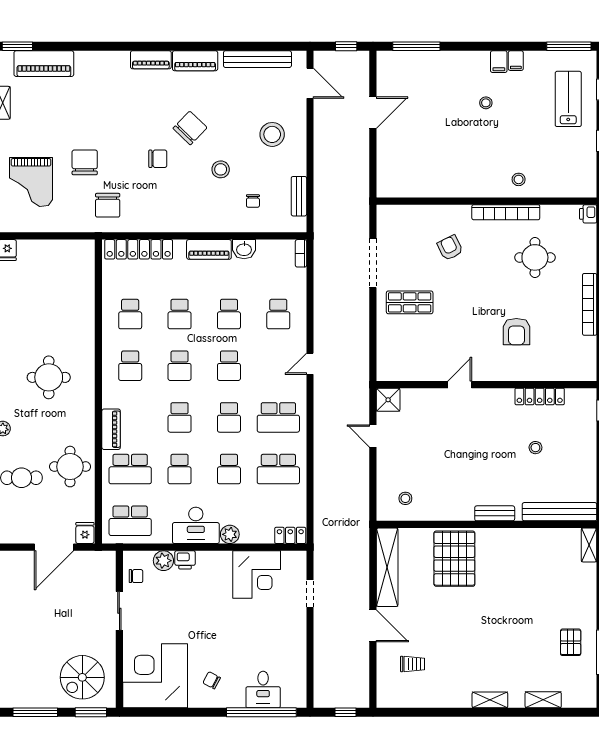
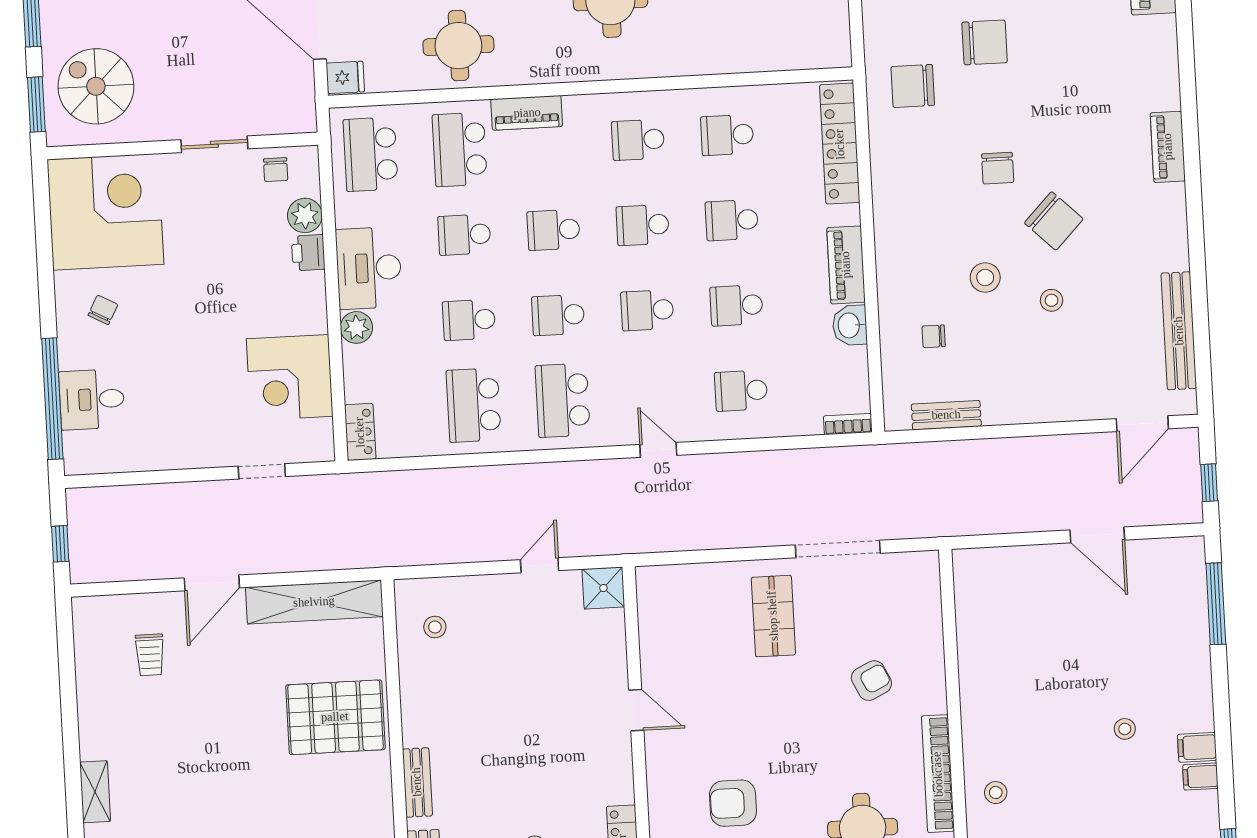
piano: (195, 61) -> (1170, 223), removed
stool: (272, 134) -> (1052, 300), moved, width x0.53, depth x0.53

